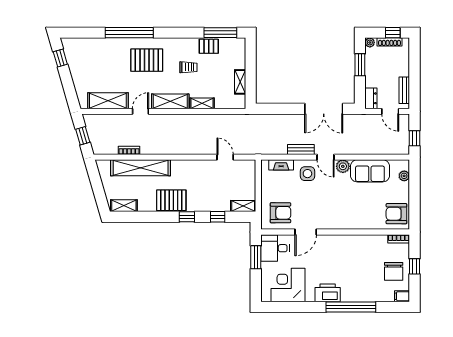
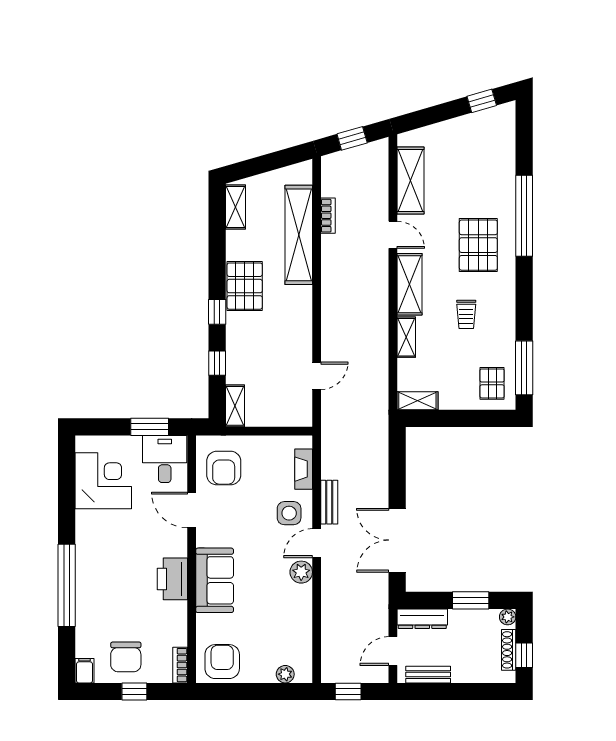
pallet: (209, 46) -> (492, 383), moved
shelving: (240, 82) -> (417, 401), moved
dresser: (371, 98) -> (422, 619), width x1.44
sofa: (370, 171) -> (215, 580), moved, turned 180
chair: (394, 271) -> (126, 657), turned -90
printer: (328, 293) -> (172, 579), moved, turned 180

